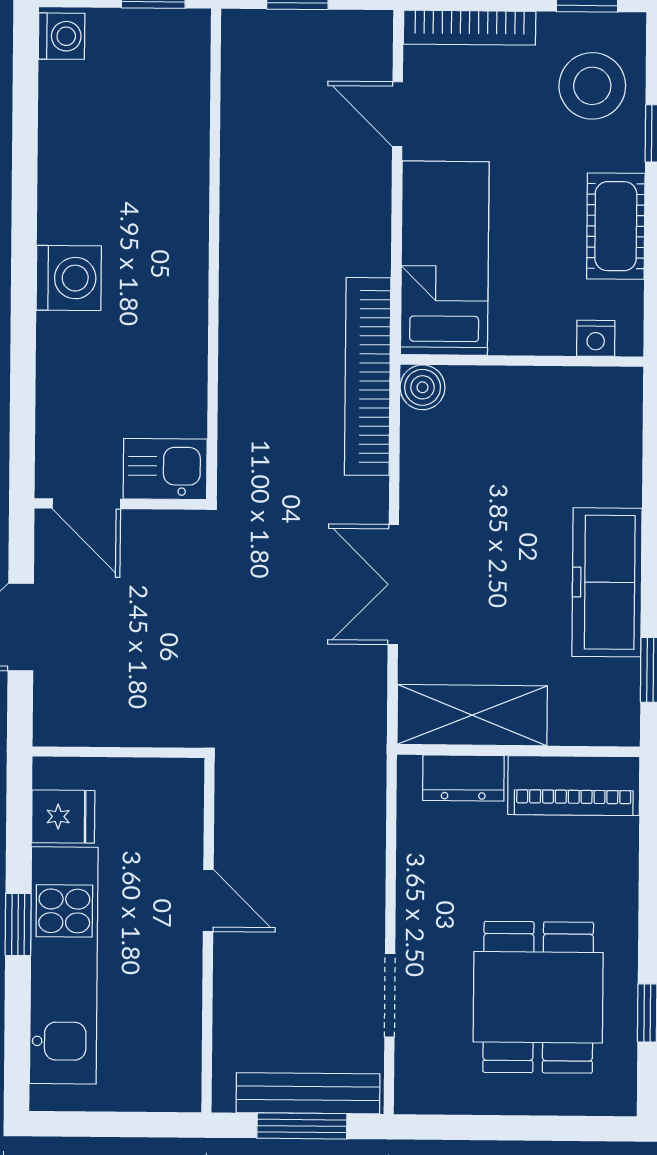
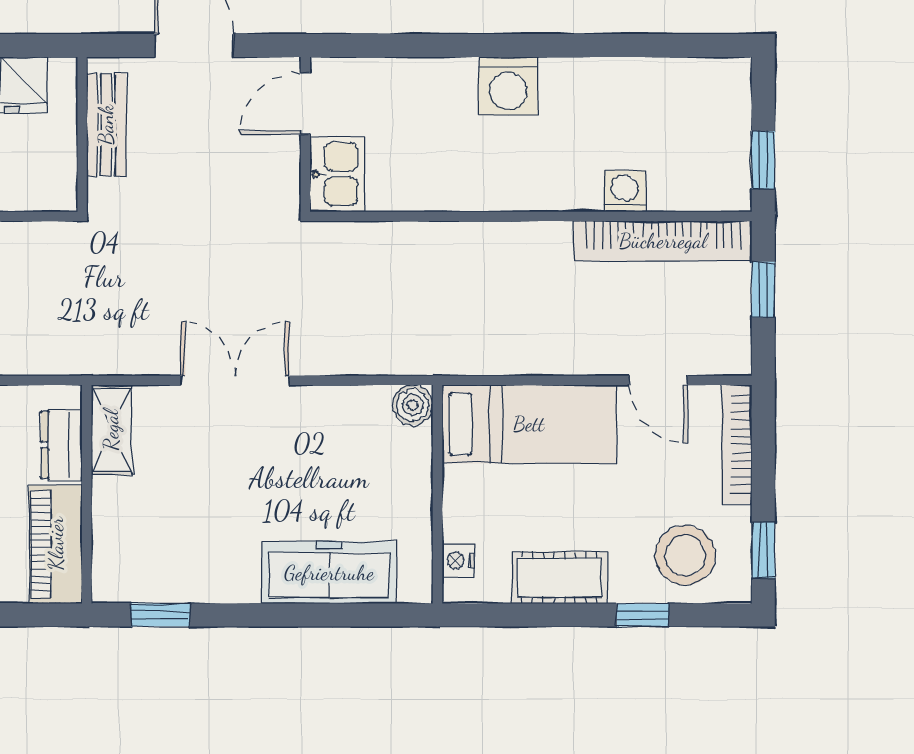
washing machine: (62, 36) -> (625, 191), moved, turned 180
door: (397, 114) -> (658, 380), swing flipped
bookcase: (368, 376) -> (663, 241), moved, turned 180
freezer: (607, 582) -> (329, 573), moved
shelving: (472, 715) -> (111, 430), width x0.67, depth x0.75
bench: (108, 725) -> (106, 125), added

